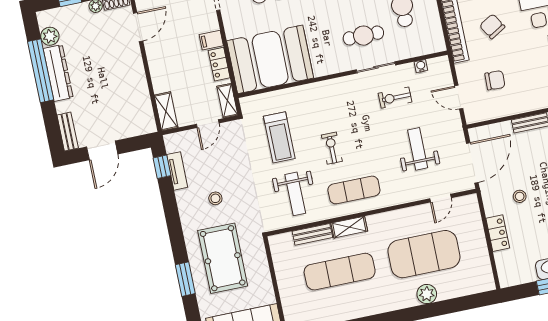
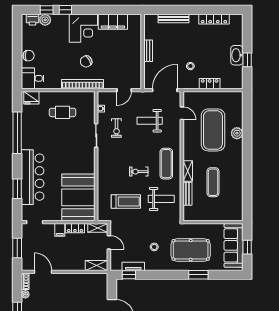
cafe table: (363, 36) -> (76, 139), removed
chair: (495, 80) -> (118, 66), removed
door: (472, 163) -> (165, 90), hinge flipped
exercise mat: (340, 272) -> (213, 182), width x0.73, depth x0.69

